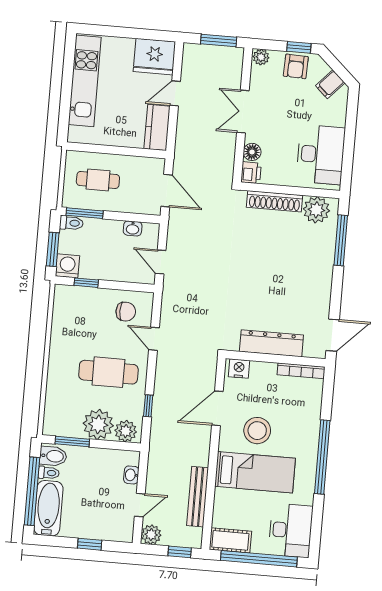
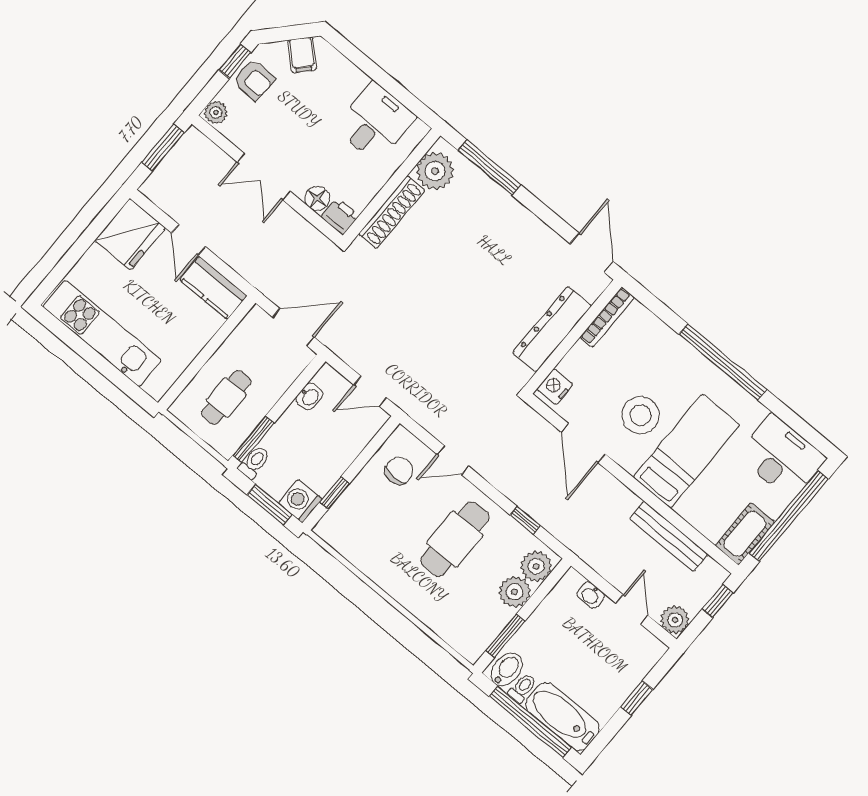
desk: (321, 155) -> (375, 122), width x0.73
plant: (98, 424) -> (515, 592), width x0.73, depth x0.73

